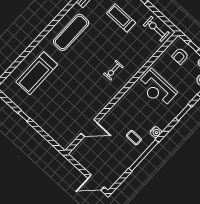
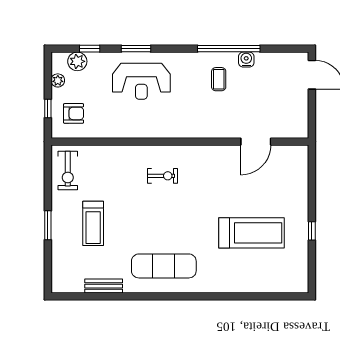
treadmill: (37, 73) -> (252, 233), moved
reception desk: (157, 88) -> (141, 81), moved, turned 90
door: (89, 128) -> (256, 142), swing flipped
water cooler: (156, 132) -> (246, 60), moved

